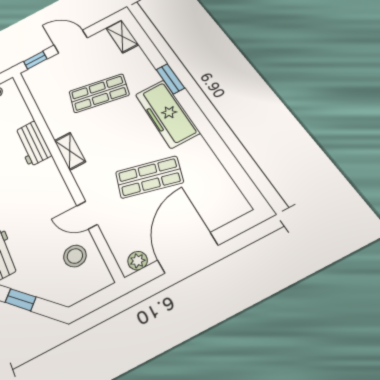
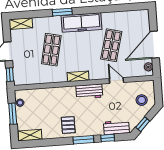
workbench: (32, 143) -> (89, 91), moved
door: (87, 215) -> (116, 80), swing flipped
door: (188, 253) -> (155, 45), hinge flipped
stool: (75, 256) -> (142, 100), moved

